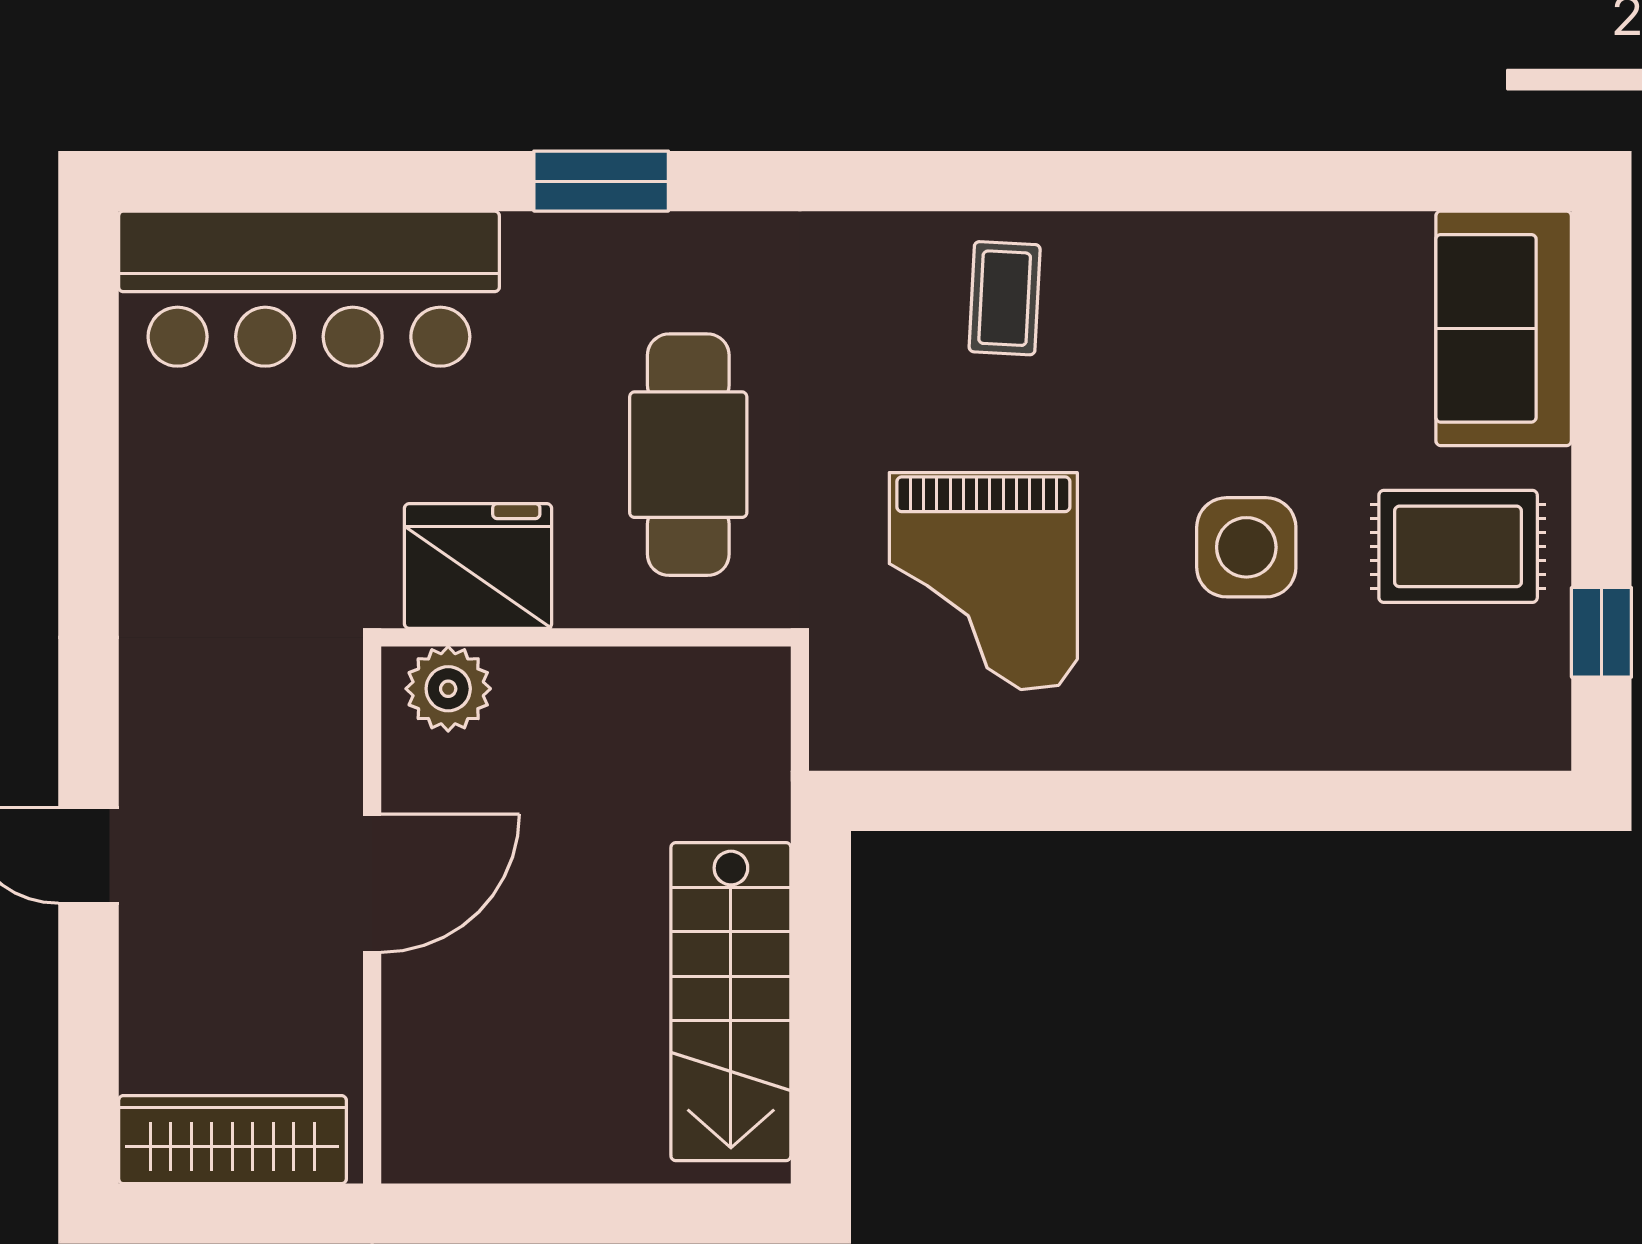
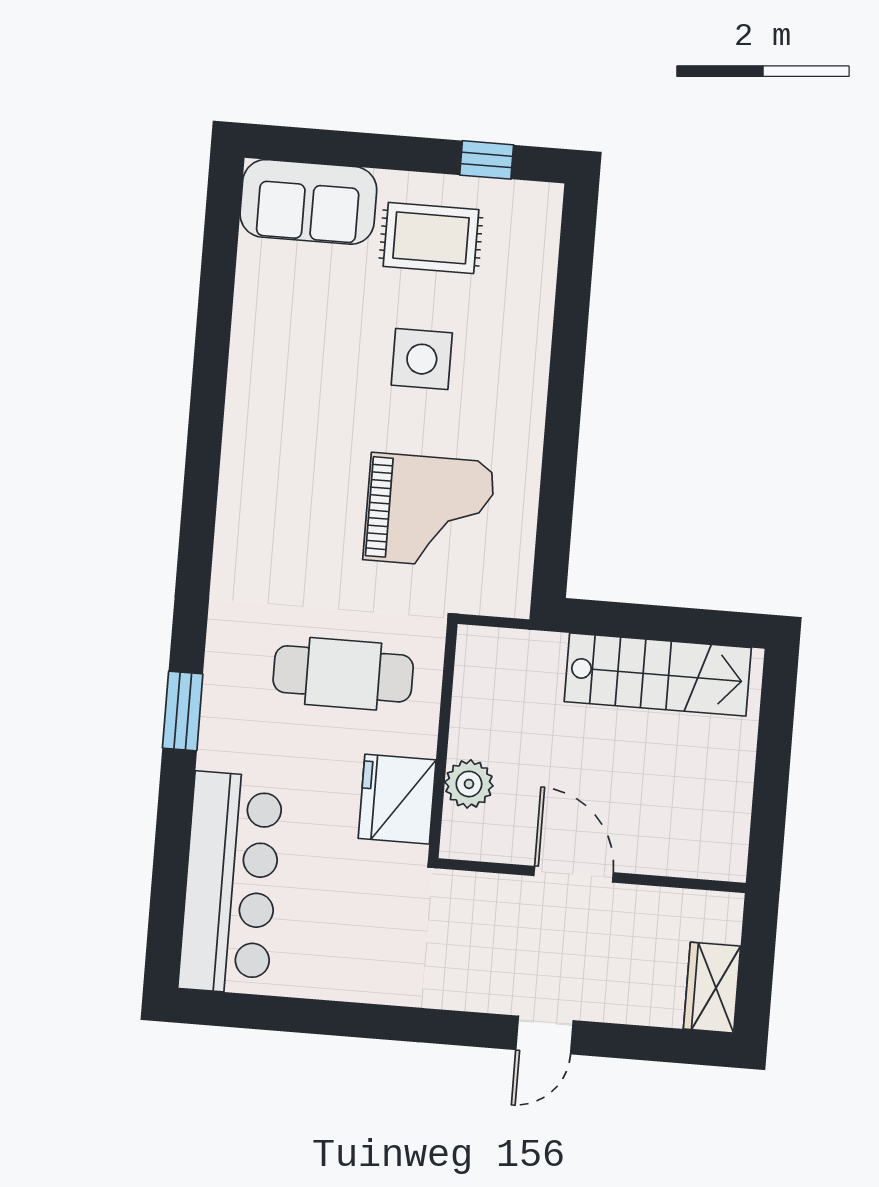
coffee table: (1005, 298) -> (268, 486), removed
rug: (1458, 546) -> (431, 238), turned 90
plant: (448, 689) -> (469, 784), moved
wardrobe: (232, 1140) -> (712, 988), width x0.67

